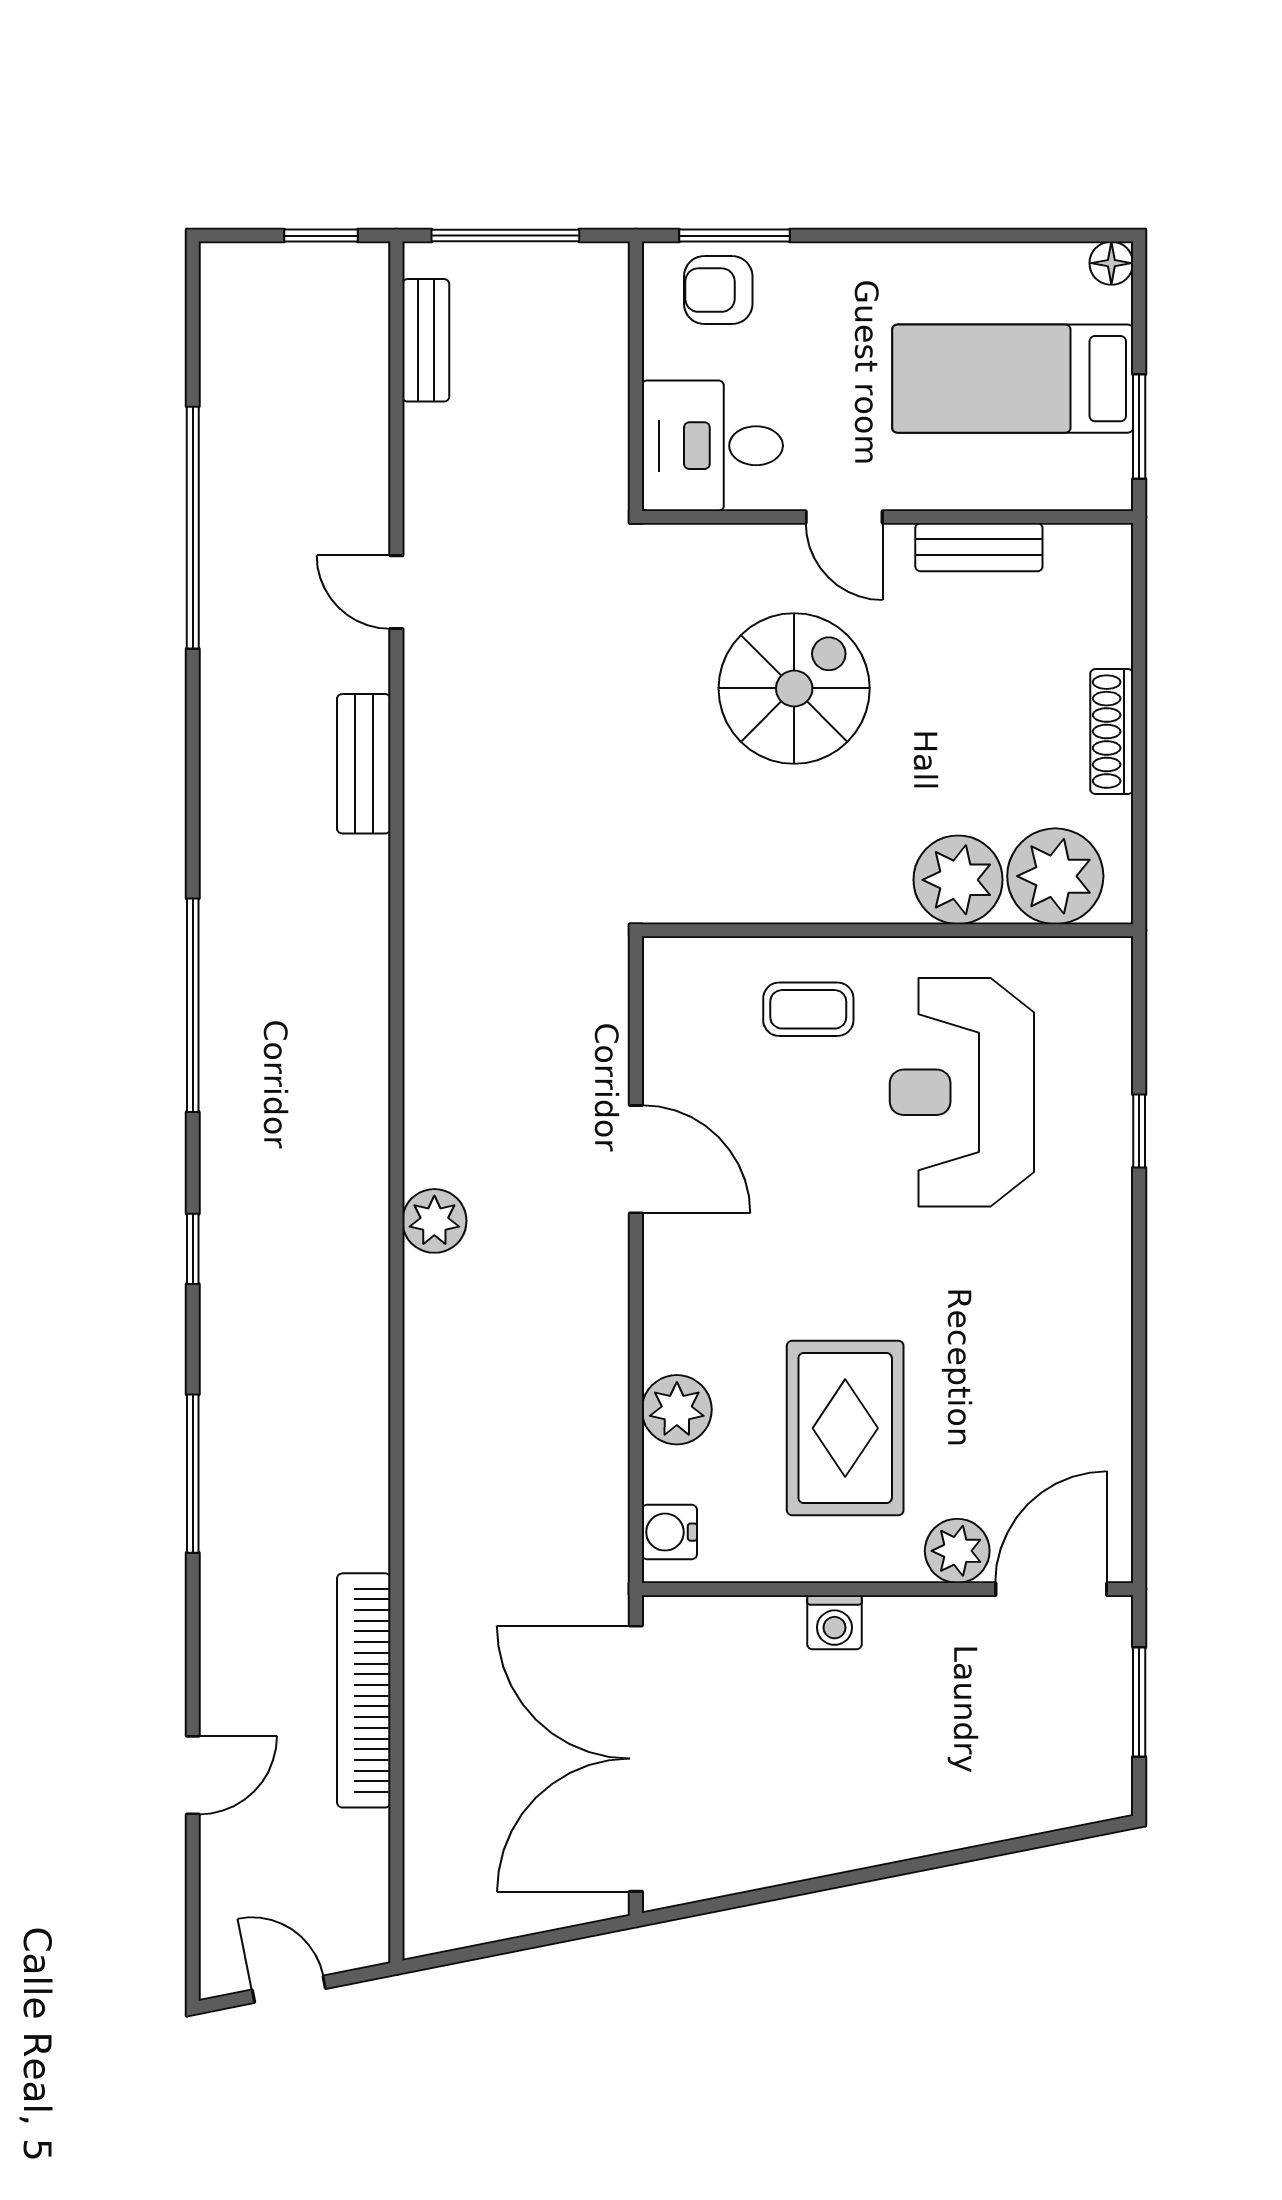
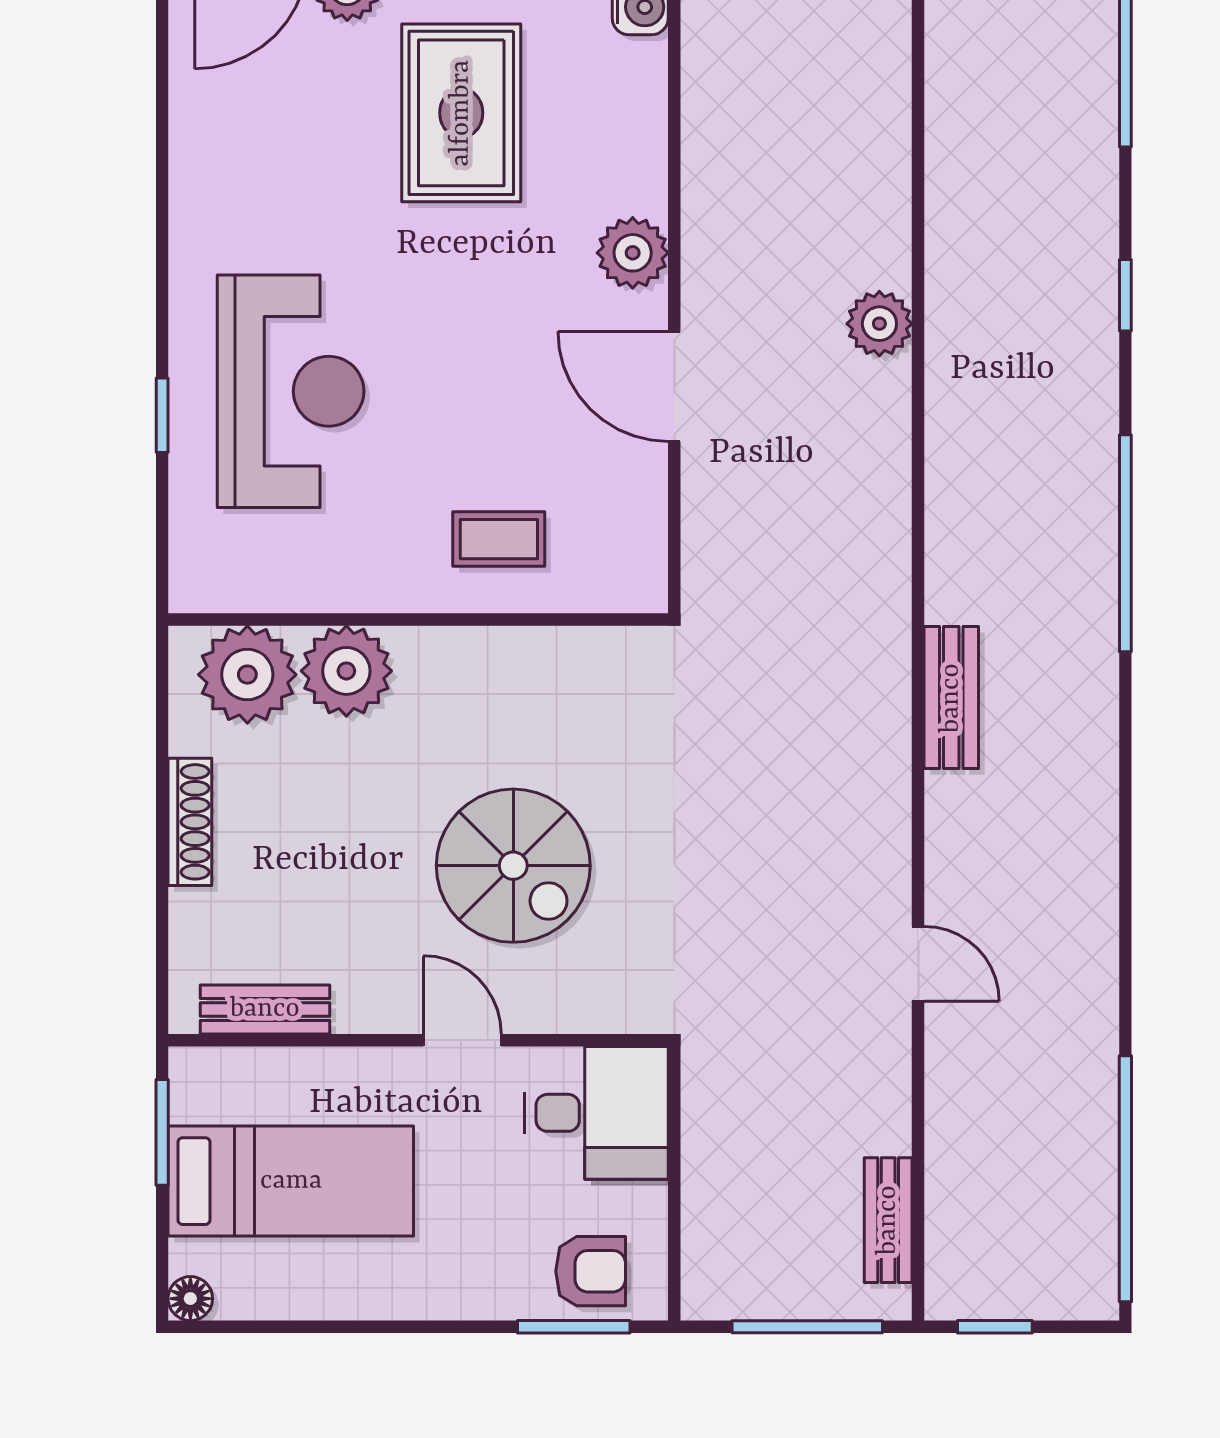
window: (193, 528) -> (1125, 1179), moved
bench: (979, 547) -> (265, 1009), moved
spiral stairs: (794, 688) -> (513, 866), turned -90
bench: (364, 764) -> (951, 698), moved
reception desk: (962, 1092) -> (291, 391), moved
plant: (677, 1410) -> (633, 253), moved

